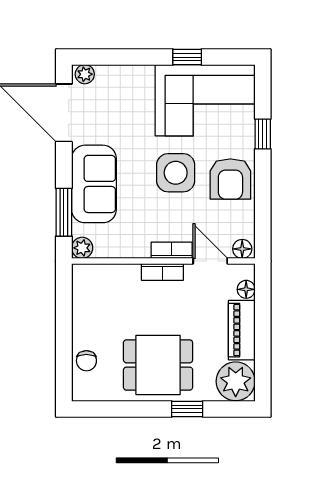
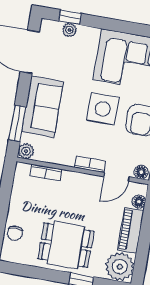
window: (187, 57) -> (70, 17), moved
plant: (85, 74) -> (69, 30), moved
door: (210, 261) -> (117, 177), swing flipped
bookcase: (162, 272) -> (46, 173), moved

